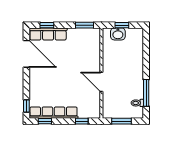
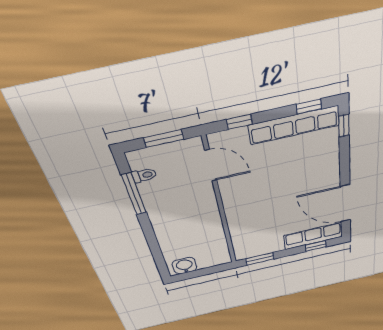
window: (122, 25) -> (204, 272), removed
washbasin: (118, 34) -> (185, 266), moved
door: (101, 82) -> (211, 165), moved

